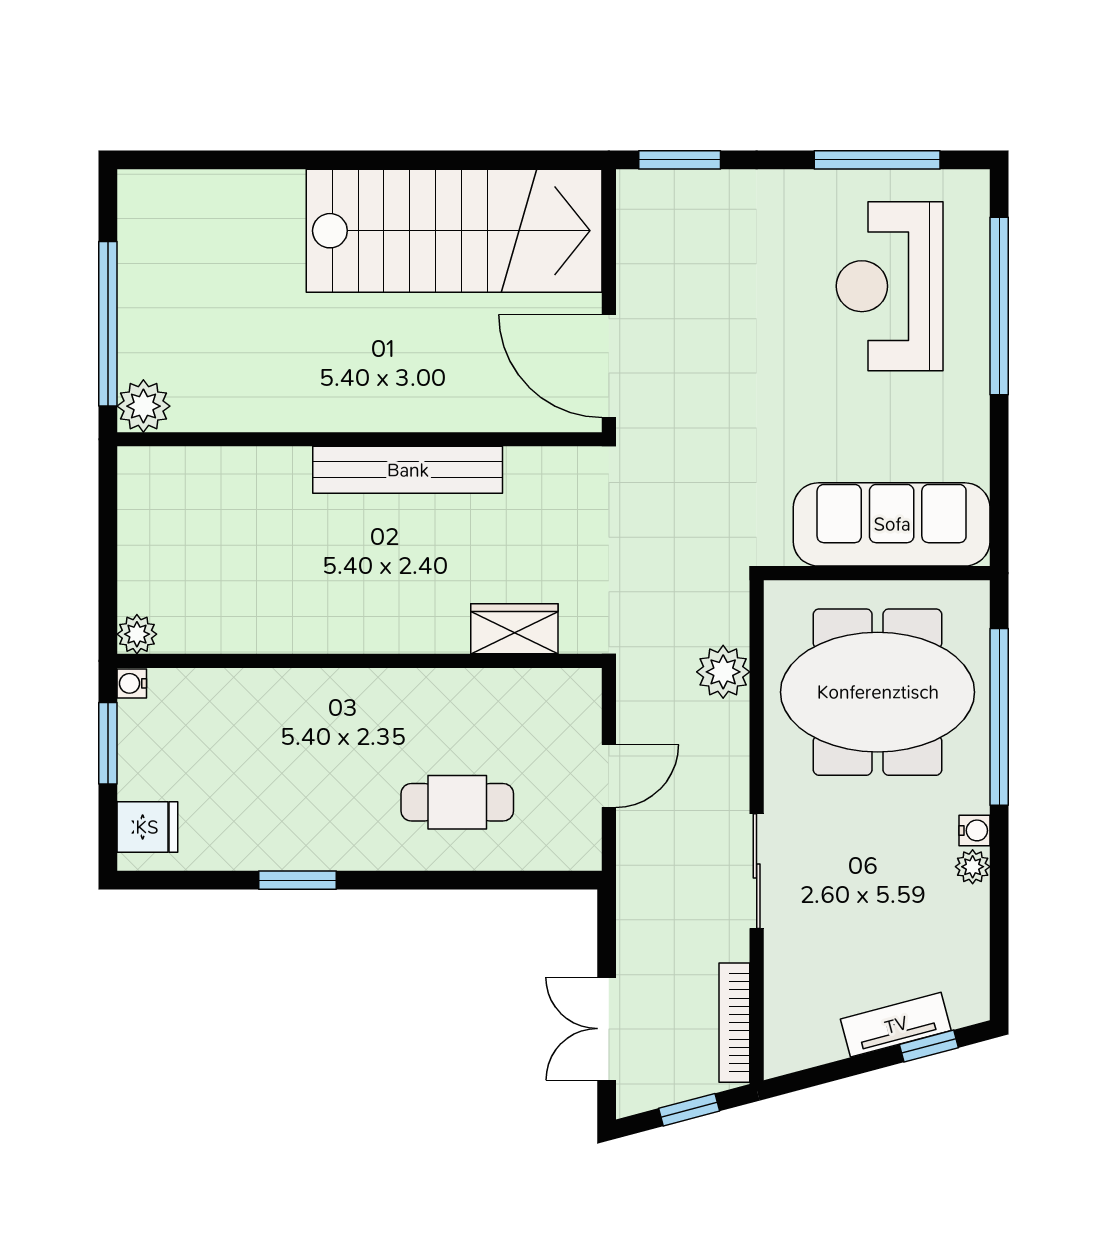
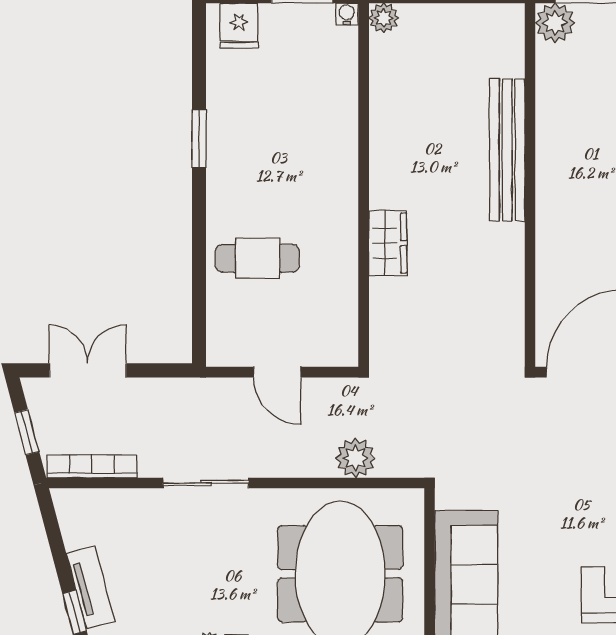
bench: (408, 470) -> (507, 150), moved
wardrobe: (514, 629) -> (388, 243), moved
cafe table: (457, 802) -> (258, 258), turned 90

